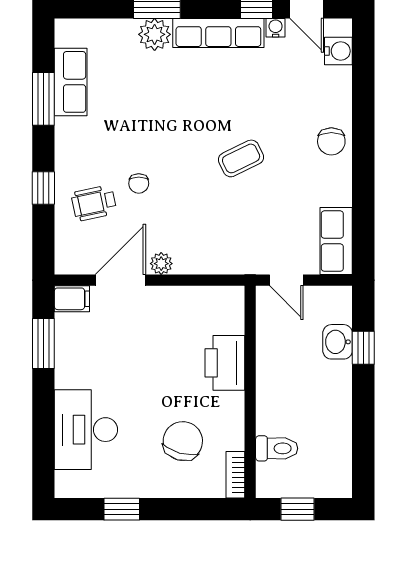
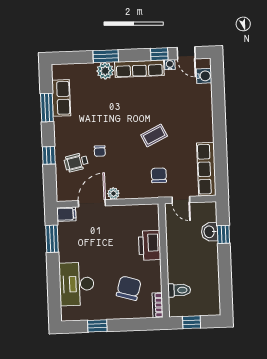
chair: (331, 141) -> (159, 175), moved, turned 180
row of seats: (336, 241) -> (206, 169), width x1.48

